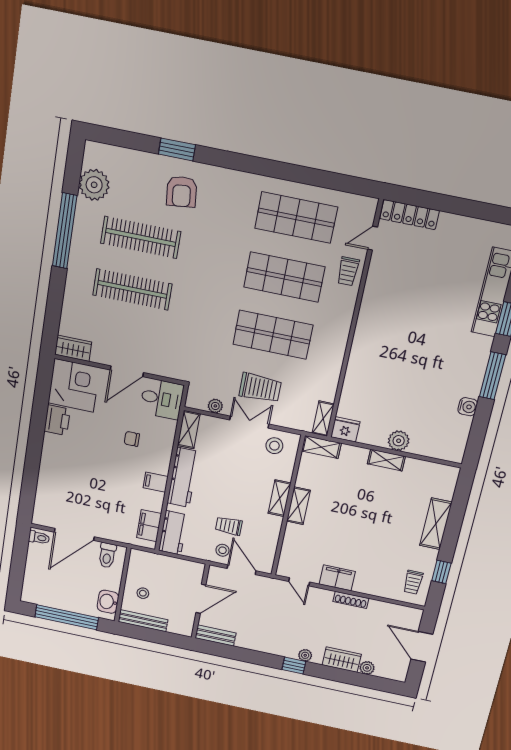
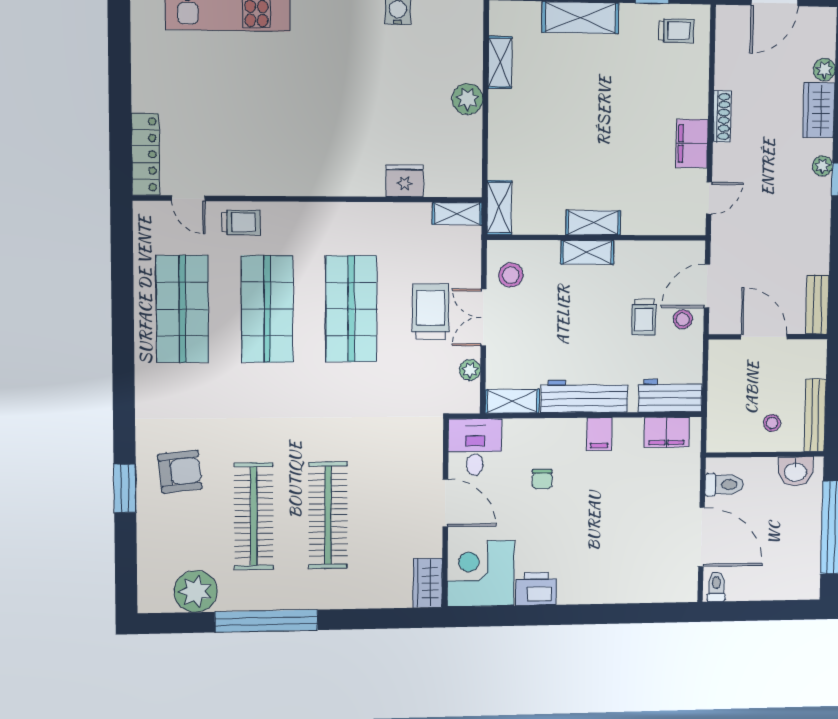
fridge: (345, 429) -> (405, 181), moved, turned 90
shelving: (386, 460) -> (500, 63), moved

